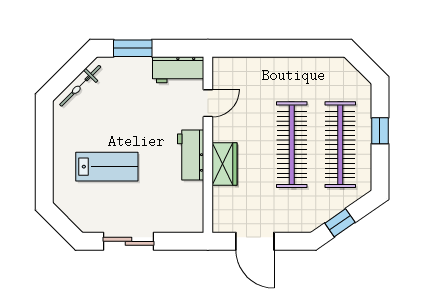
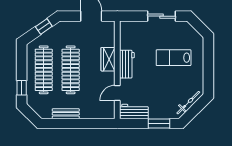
bench: (301, 66) -> (66, 114), added
window: (380, 131) -> (22, 88), moved

